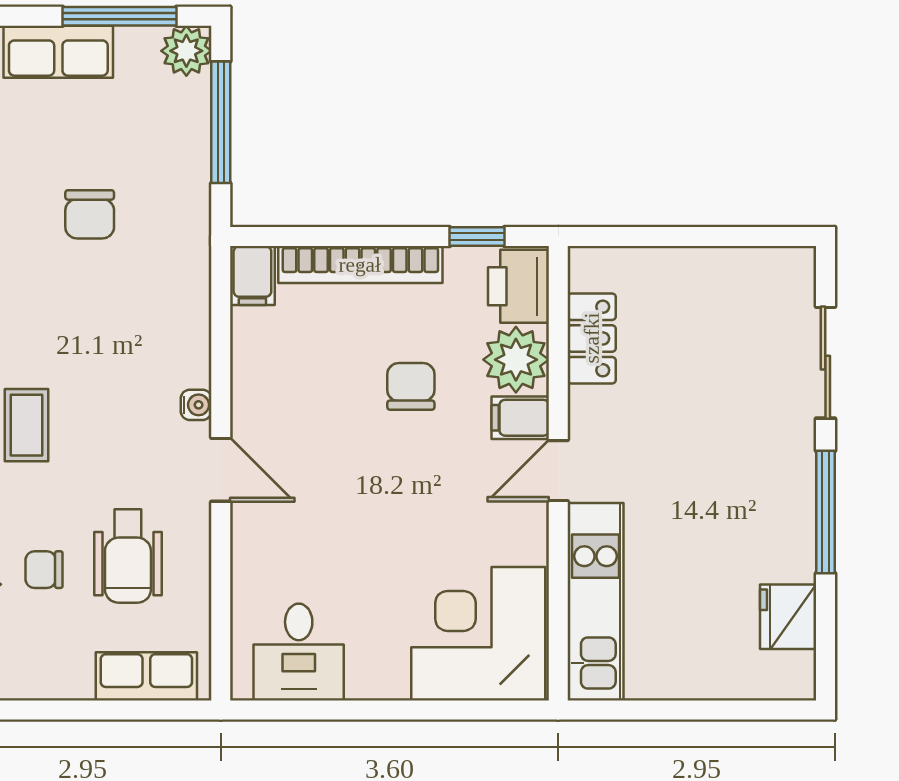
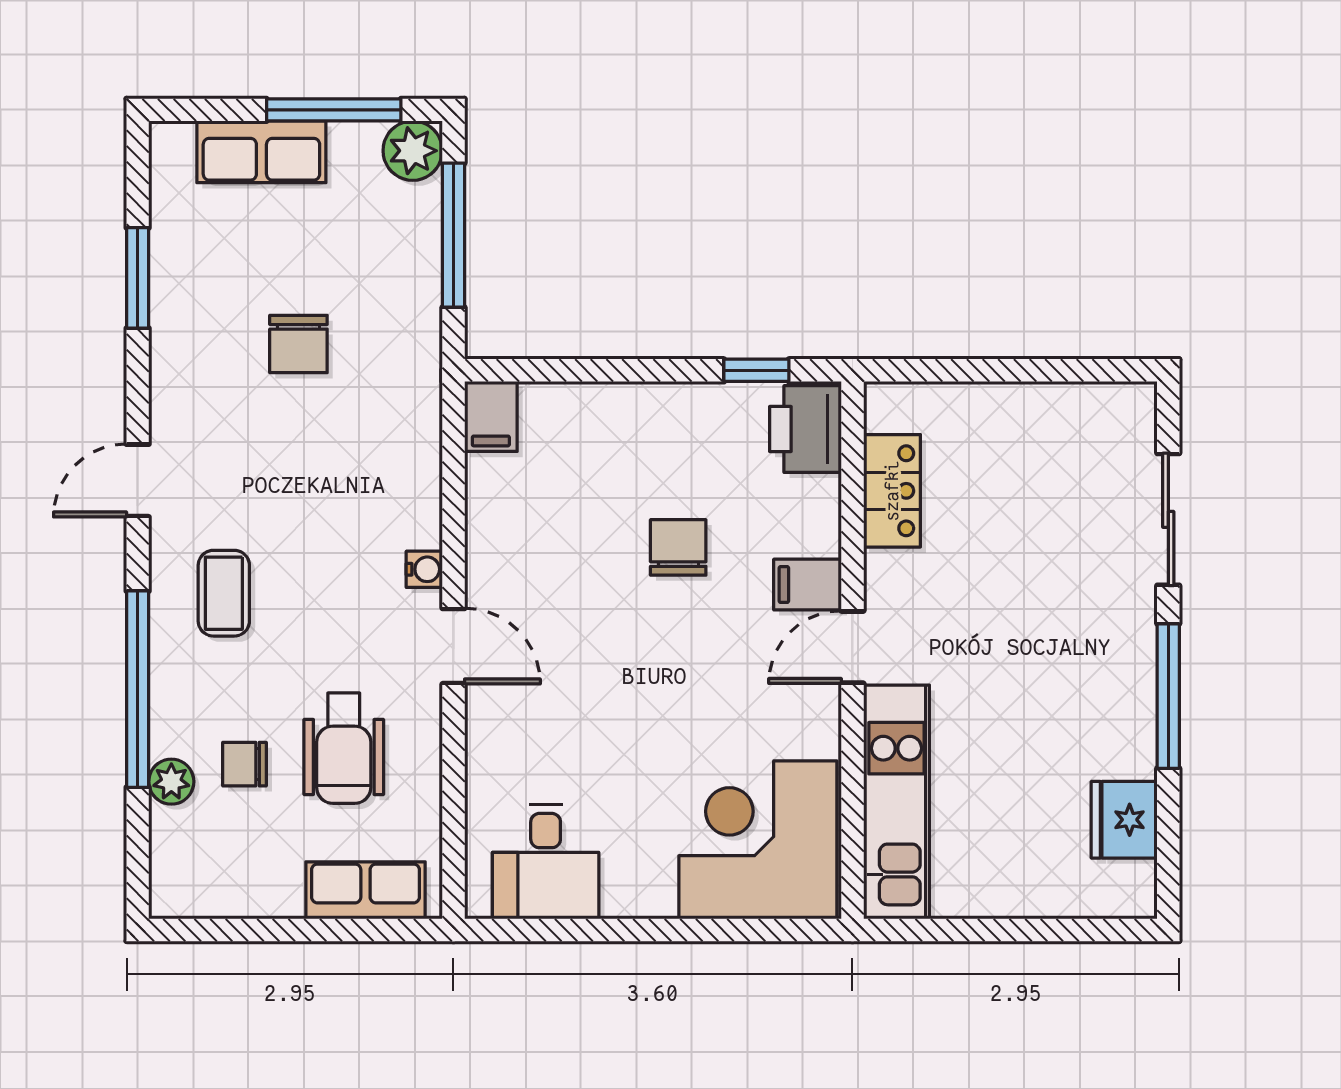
bookcase: (360, 265) -> (619, 403), removed
plant: (516, 360) -> (802, 516), removed

